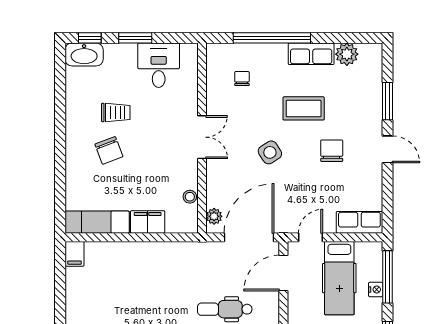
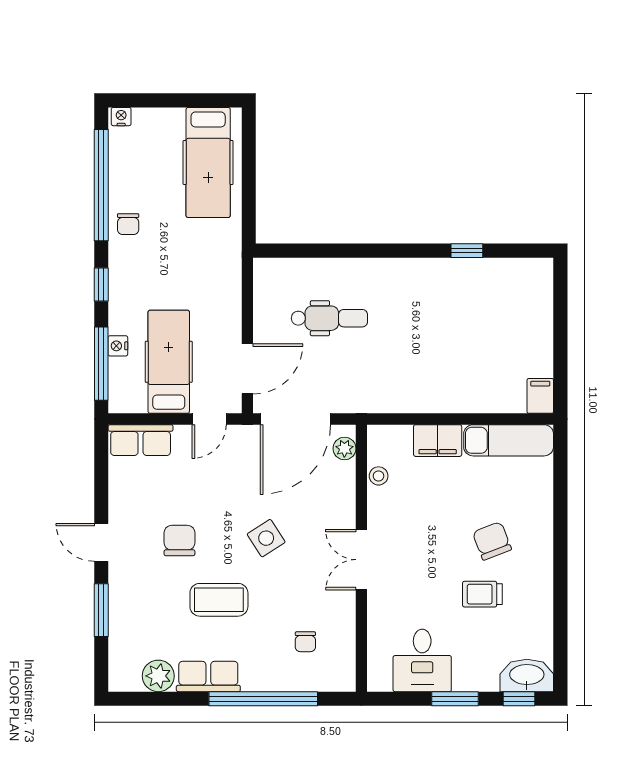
chair: (332, 151) -> (179, 540), turned 180

